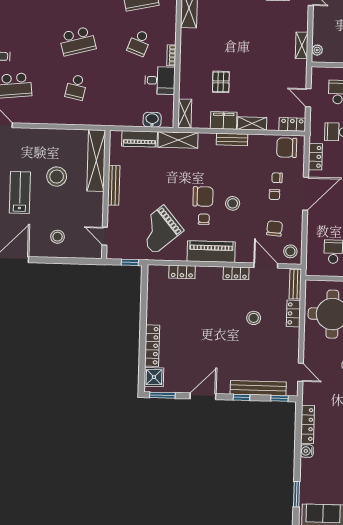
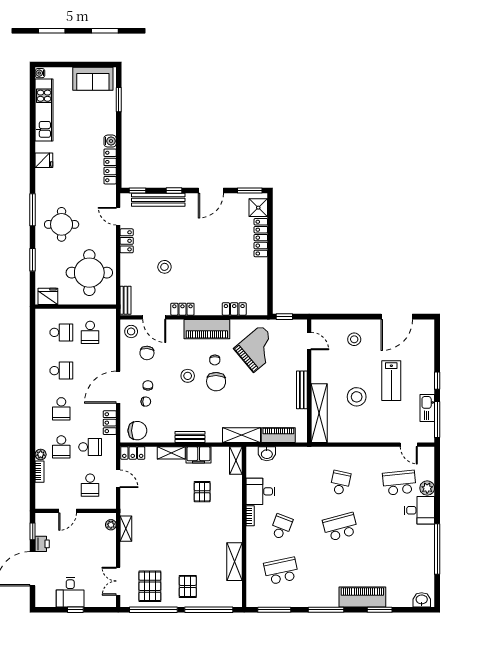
chair: (203, 197) -> (216, 382), turned -89
locker: (293, 313) -> (127, 241), moved

